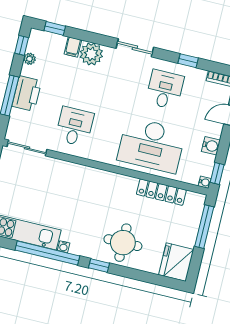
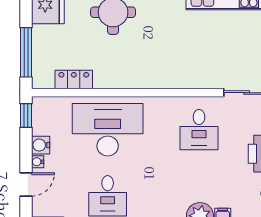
water cooler: (205, 182) -> (38, 162), moved
locker: (161, 192) -> (74, 79), width x0.66

